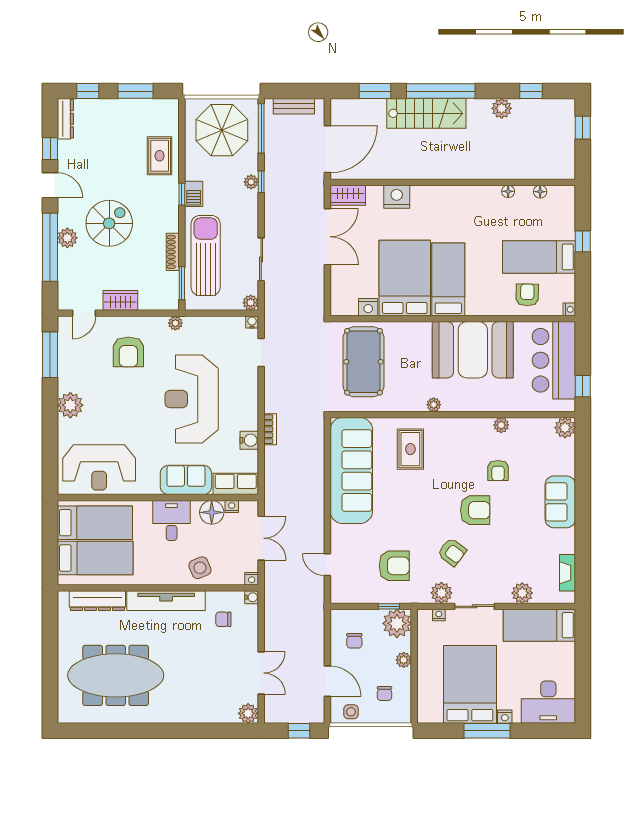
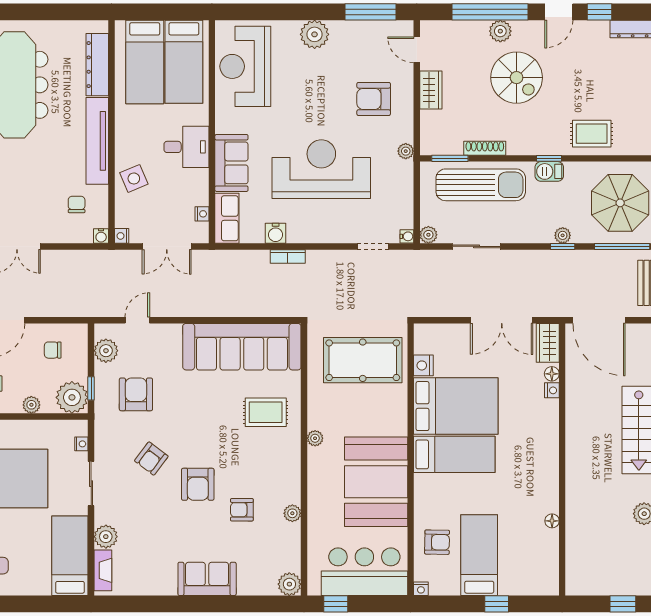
floor lamp: (540, 192) -> (552, 374), moved
nightstand: (397, 197) -> (552, 390), width x0.53, depth x0.56
floor lamp: (212, 512) -> (195, 192), removed
armchair: (394, 566) -> (136, 394), turned 180
fireplace: (568, 573) -> (103, 570), moved, turned 90
plant: (441, 593) -> (106, 351), moved

